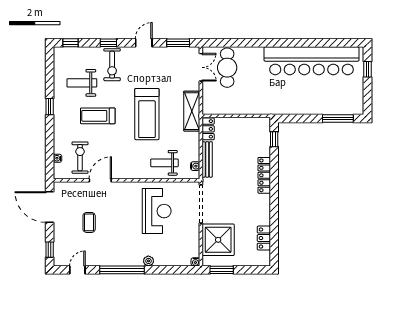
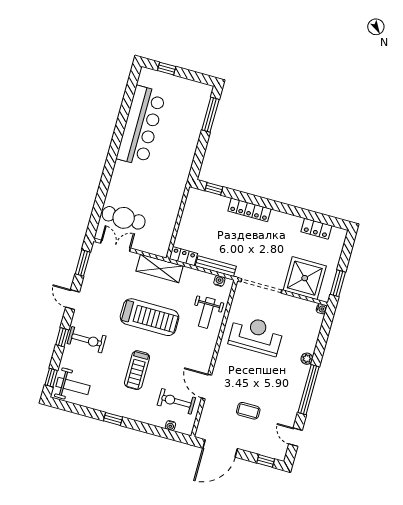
bar counter: (311, 61) -> (141, 126), width x0.73
weight bench: (82, 83) -> (73, 386), moved, turned -90

